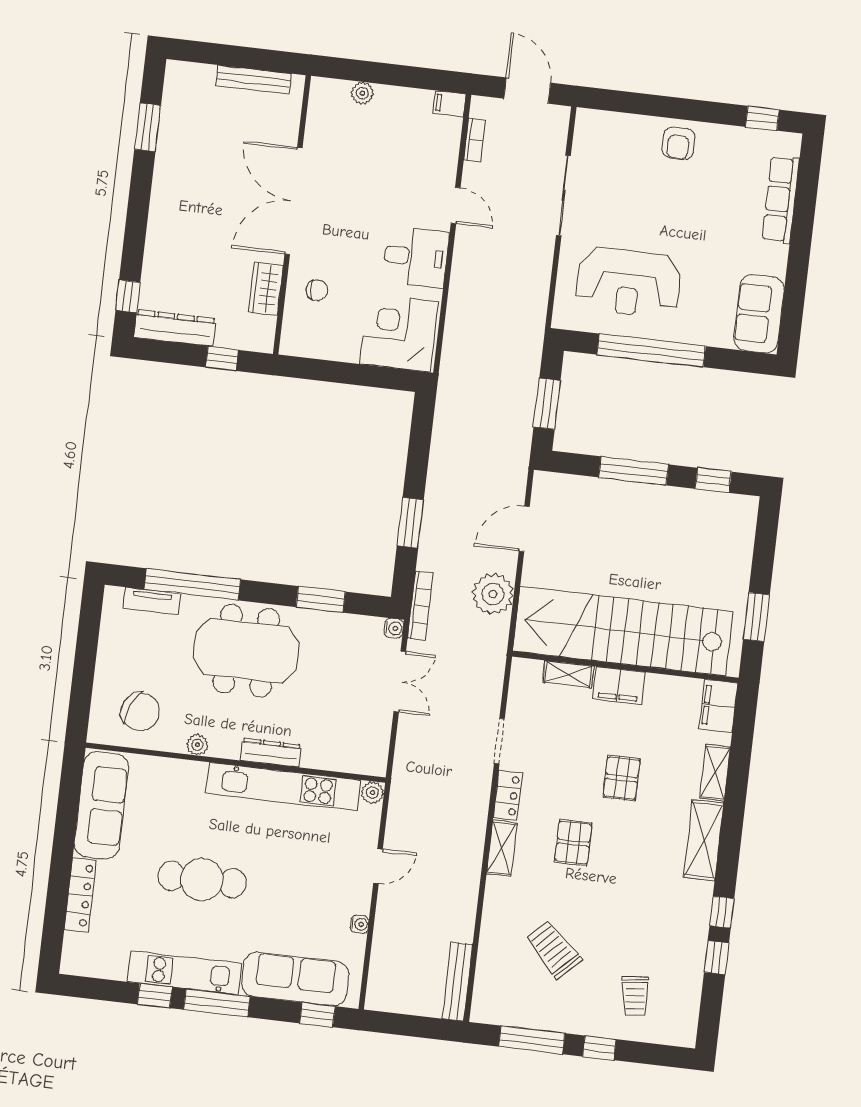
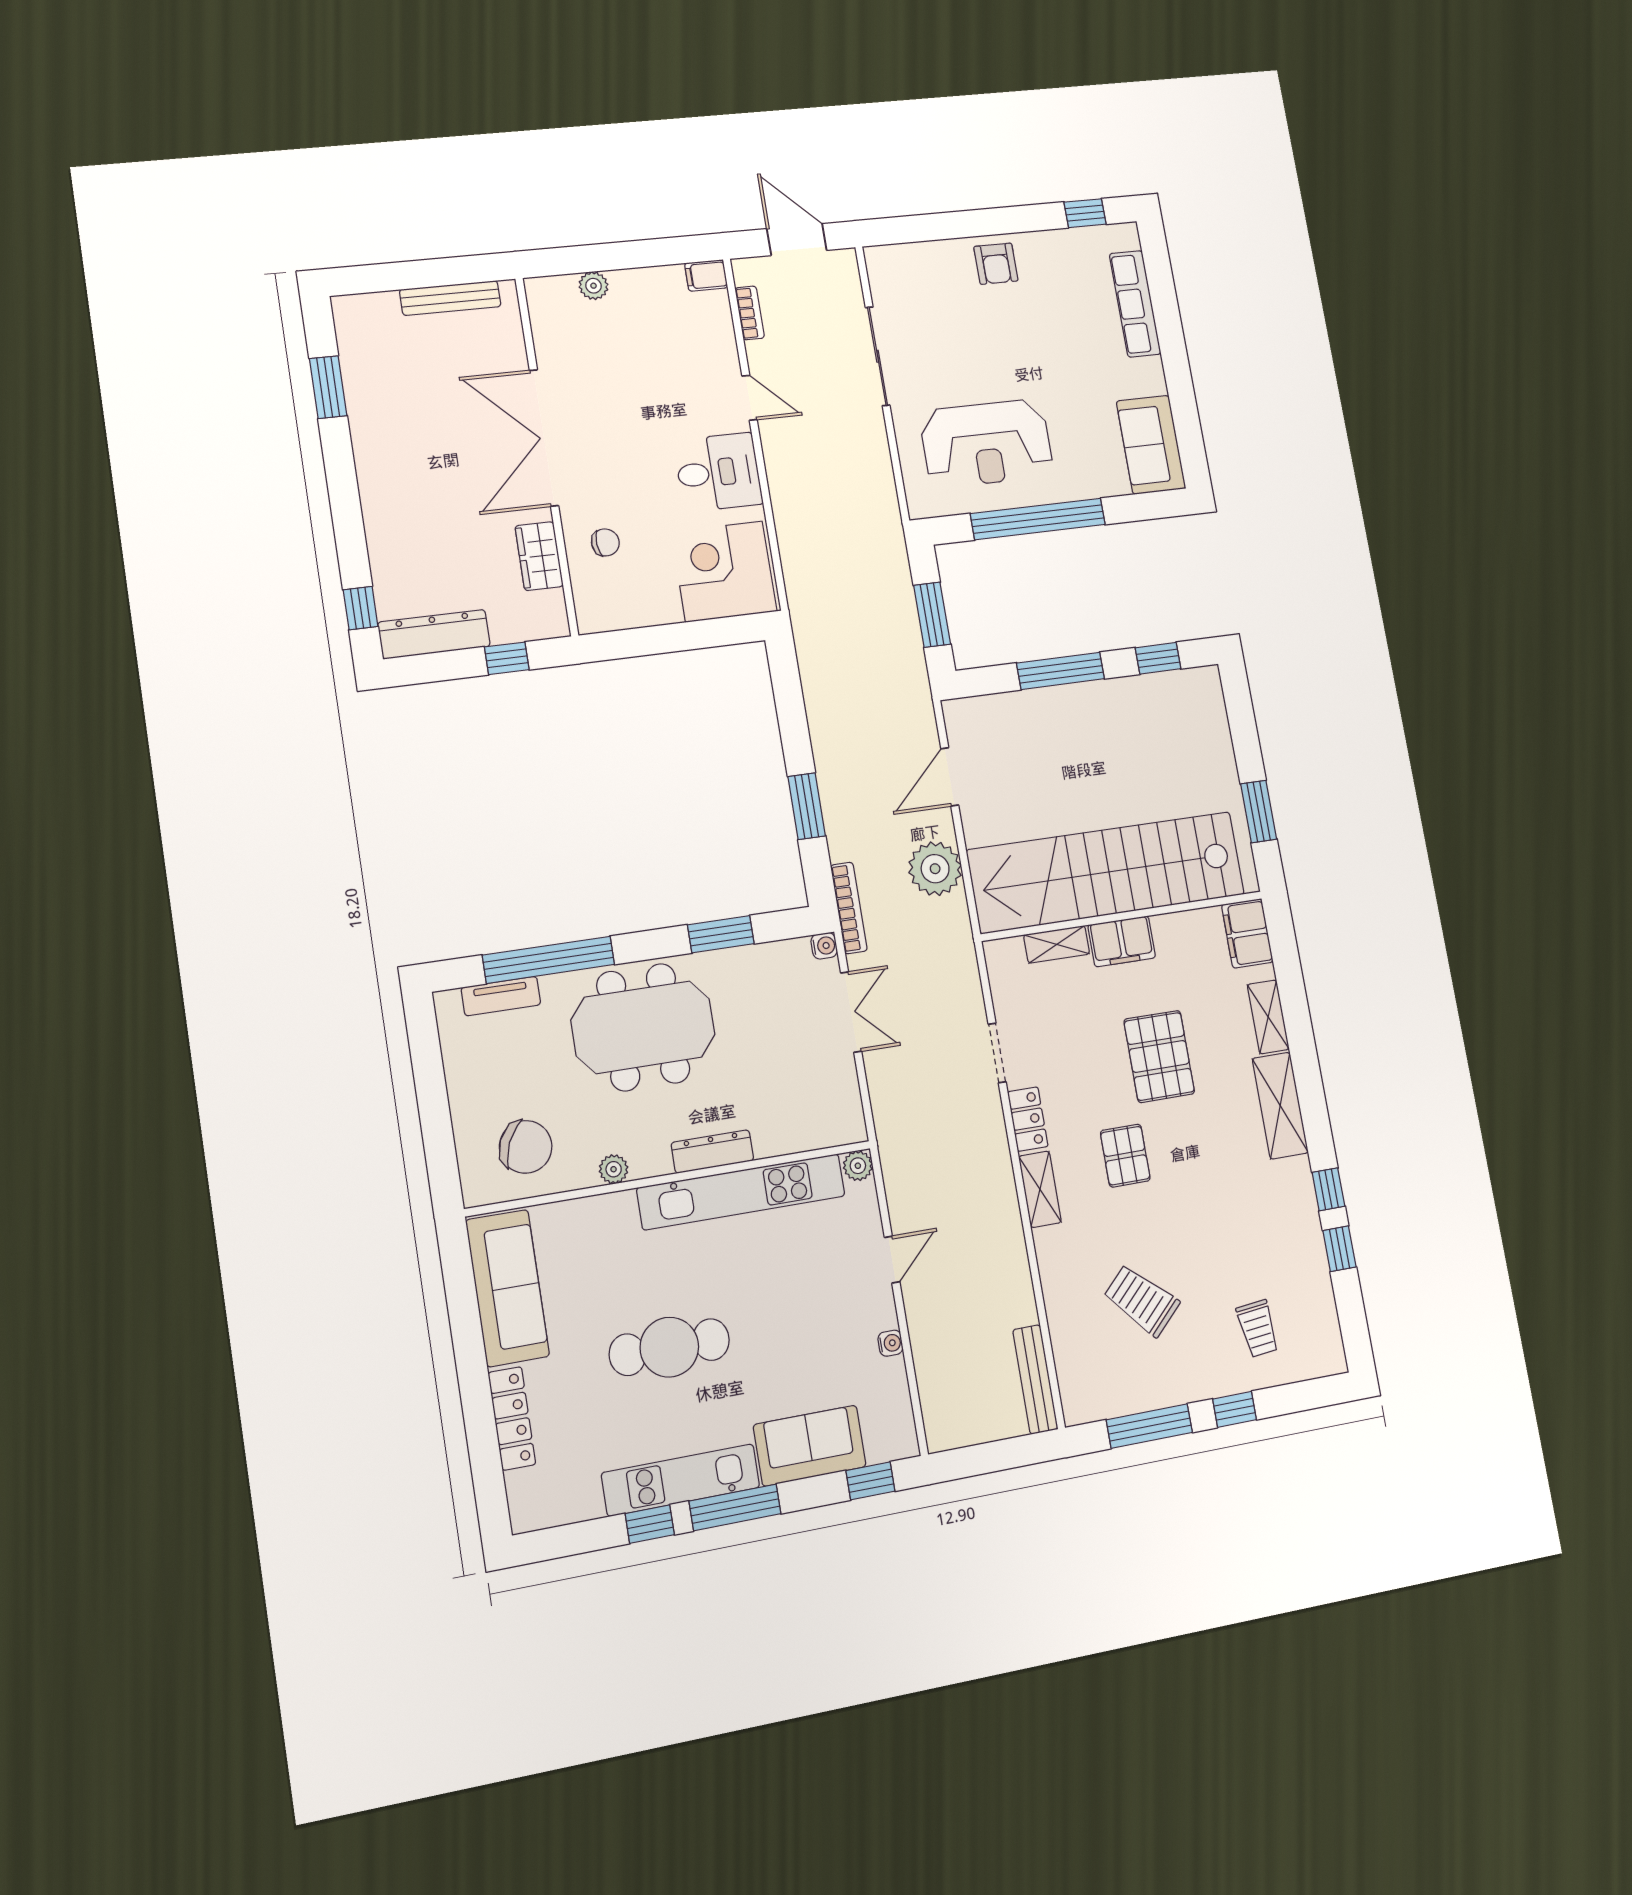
pallet: (621, 778) -> (1159, 1056), width x1.50, depth x1.42
sofa: (295, 979) -> (810, 1446), width x0.73

